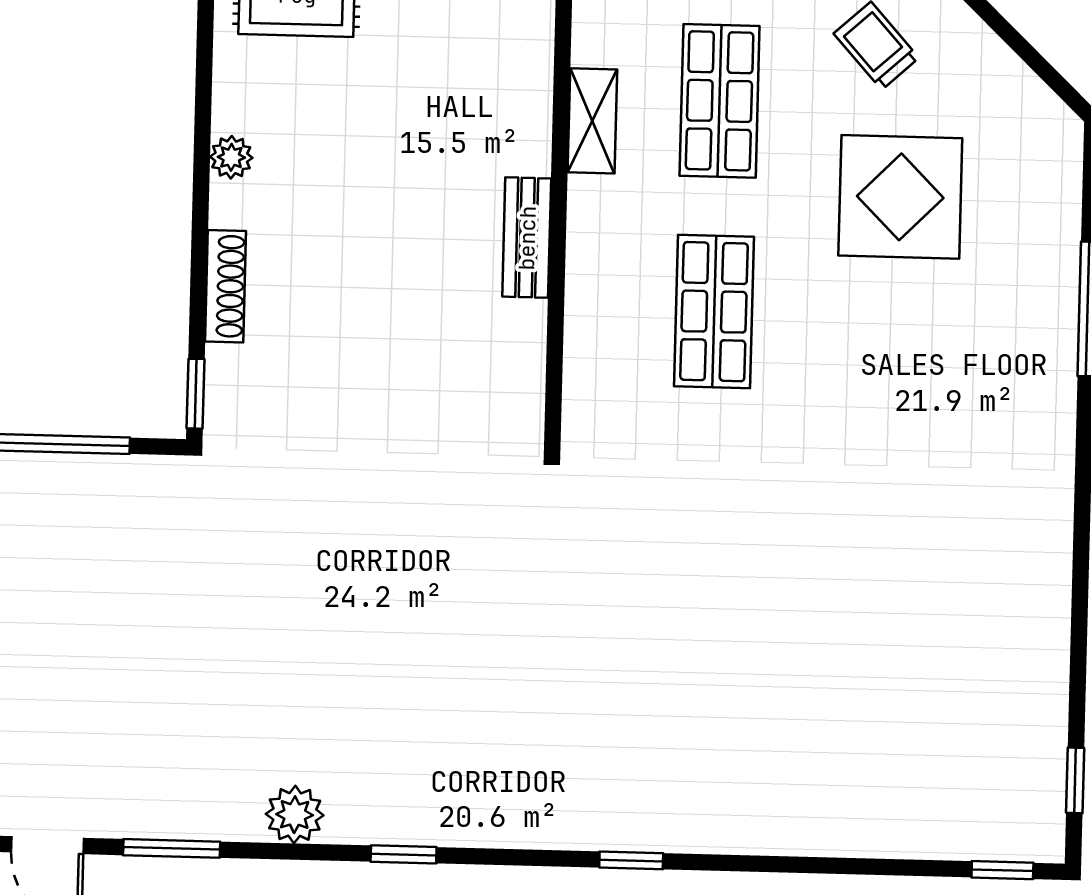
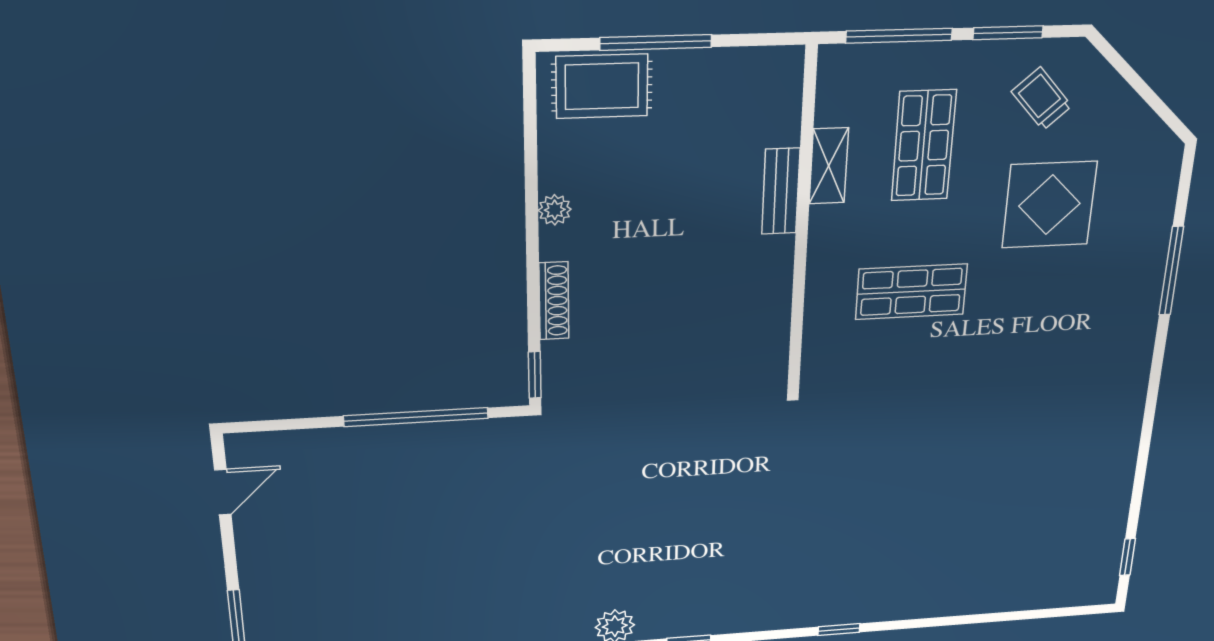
bench: (527, 238) -> (781, 191), moved
shop shelf: (714, 312) -> (911, 292), turned 90
window: (1002, 870) -> (1076, 611), removed

